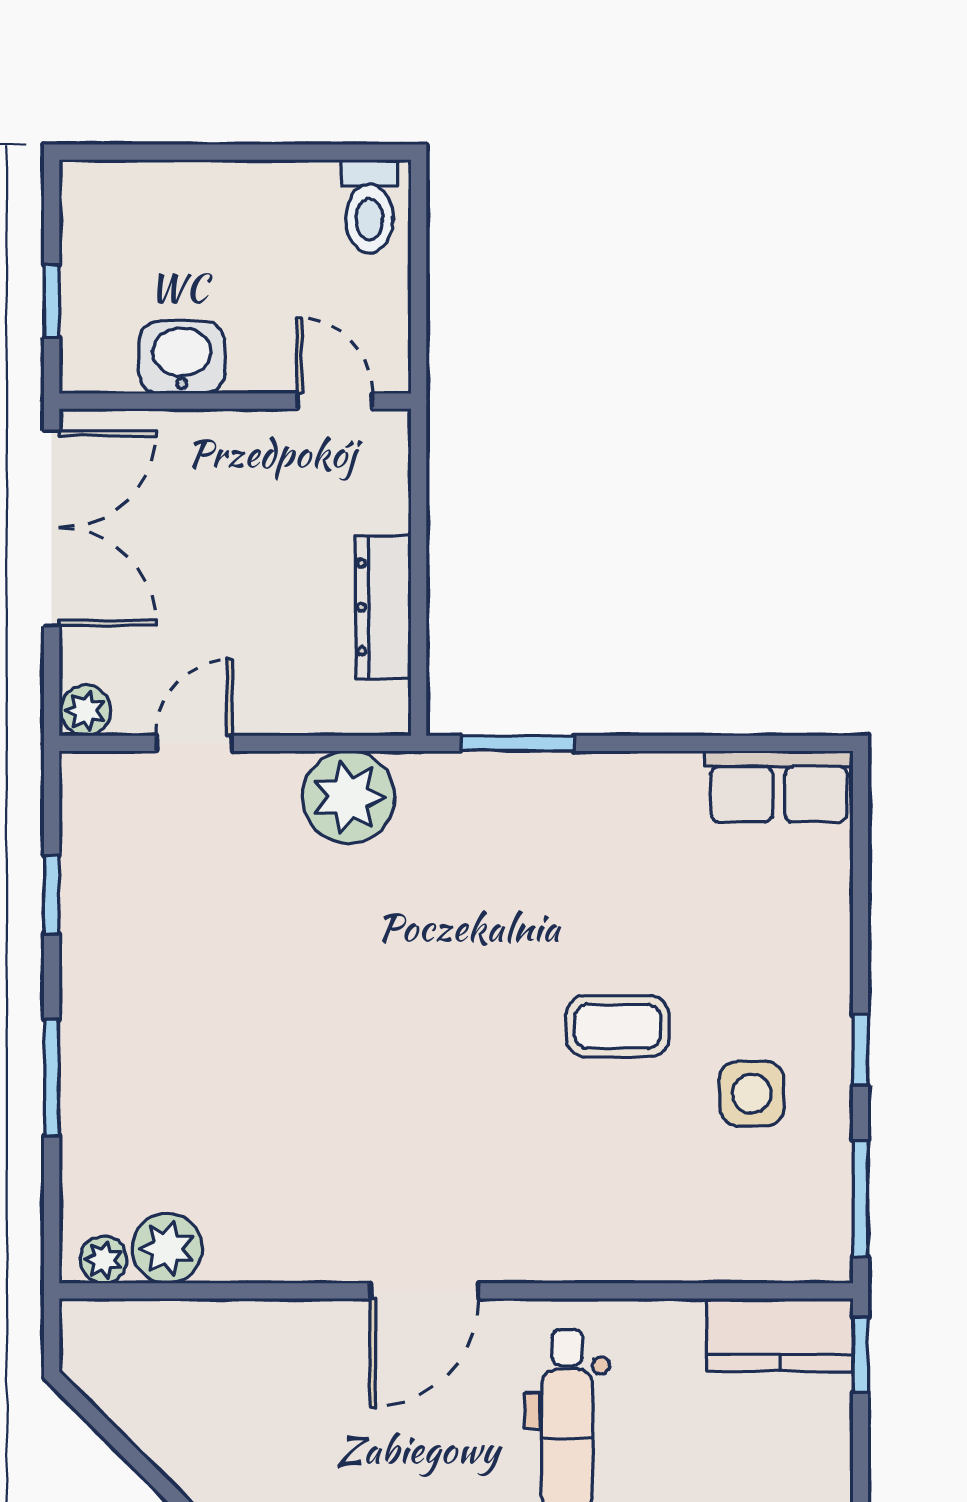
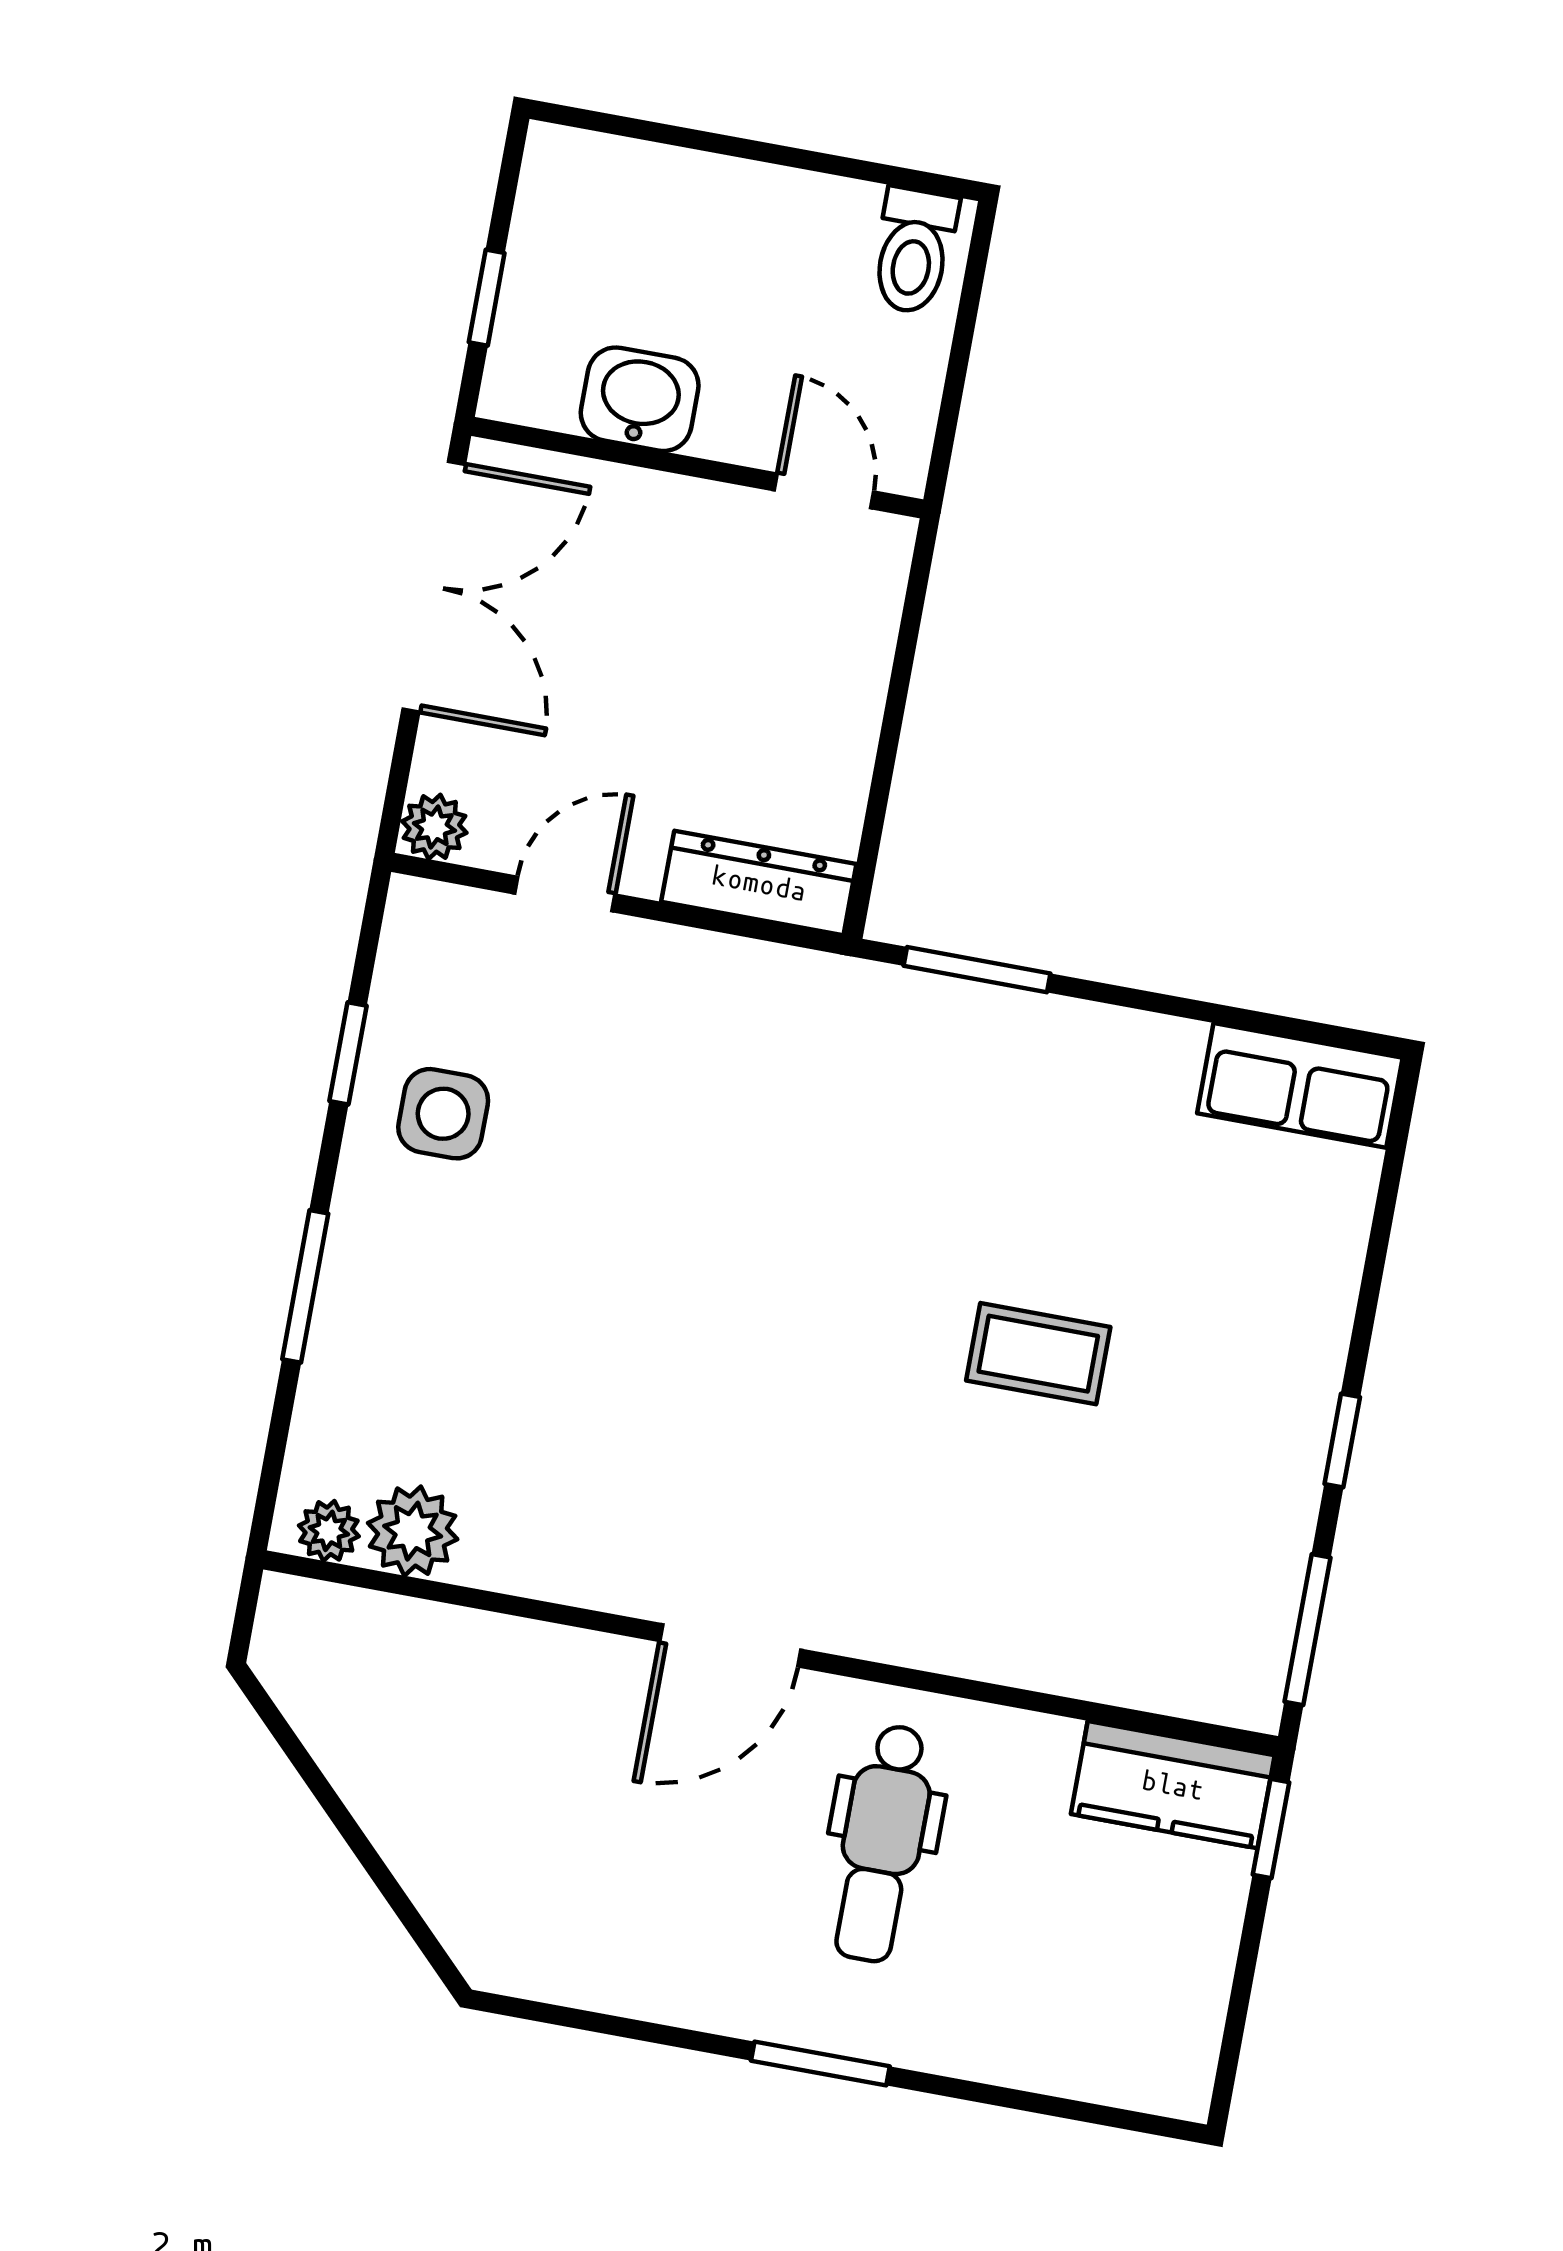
dresser: (383, 607) -> (759, 883), moved, turned 90
plant: (349, 797) -> (749, 999), removed
side table: (752, 1094) -> (443, 1114), moved

